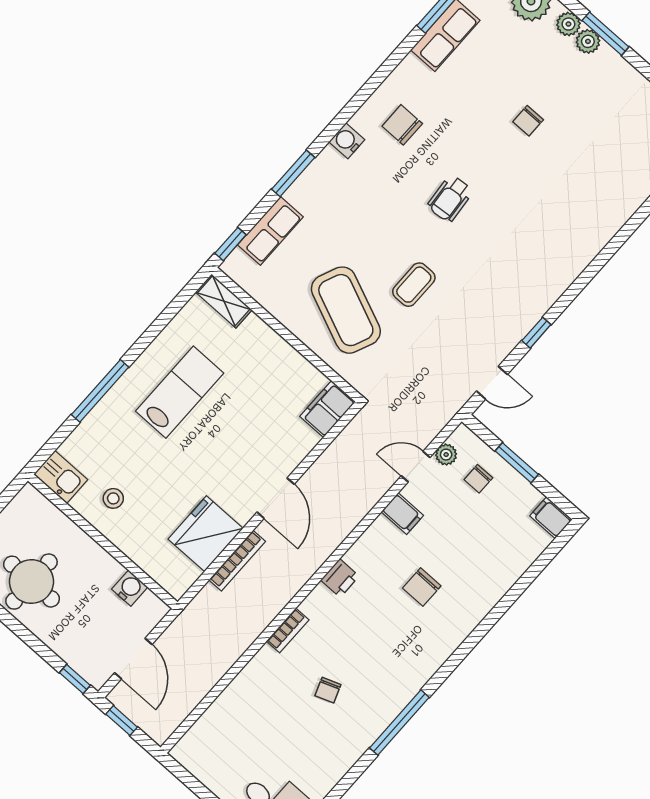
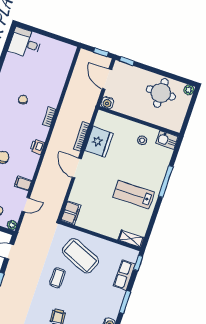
lab bench: (180, 392) -> (133, 195), turned 90
plant: (446, 455) -> (12, 225), moved
water cooler: (130, 588) -> (107, 103), moved

